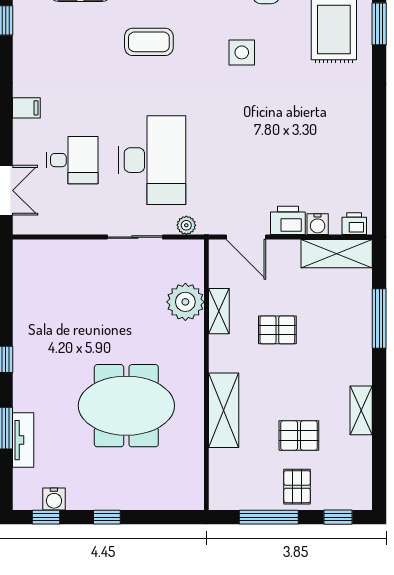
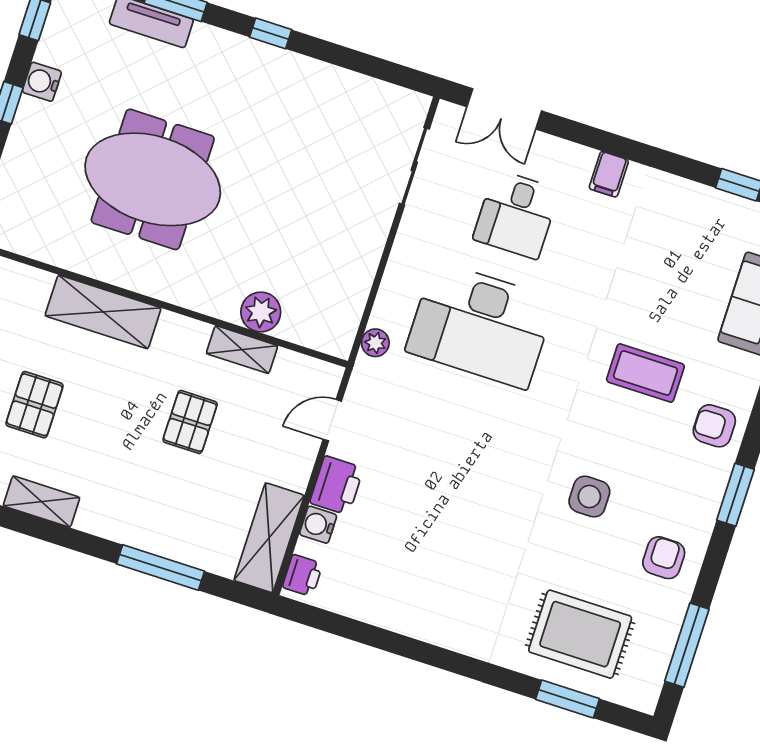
coffee table: (149, 42) -> (645, 373), turned 90
sliding door: (135, 237) -> (414, 166), moved
door: (246, 237) -> (332, 420), width x0.73
plant: (185, 302) -> (261, 312), width x0.73, depth x0.73
meeting table: (126, 406) -> (153, 179), turned 90
water cooler: (54, 499) -> (42, 82), moved

